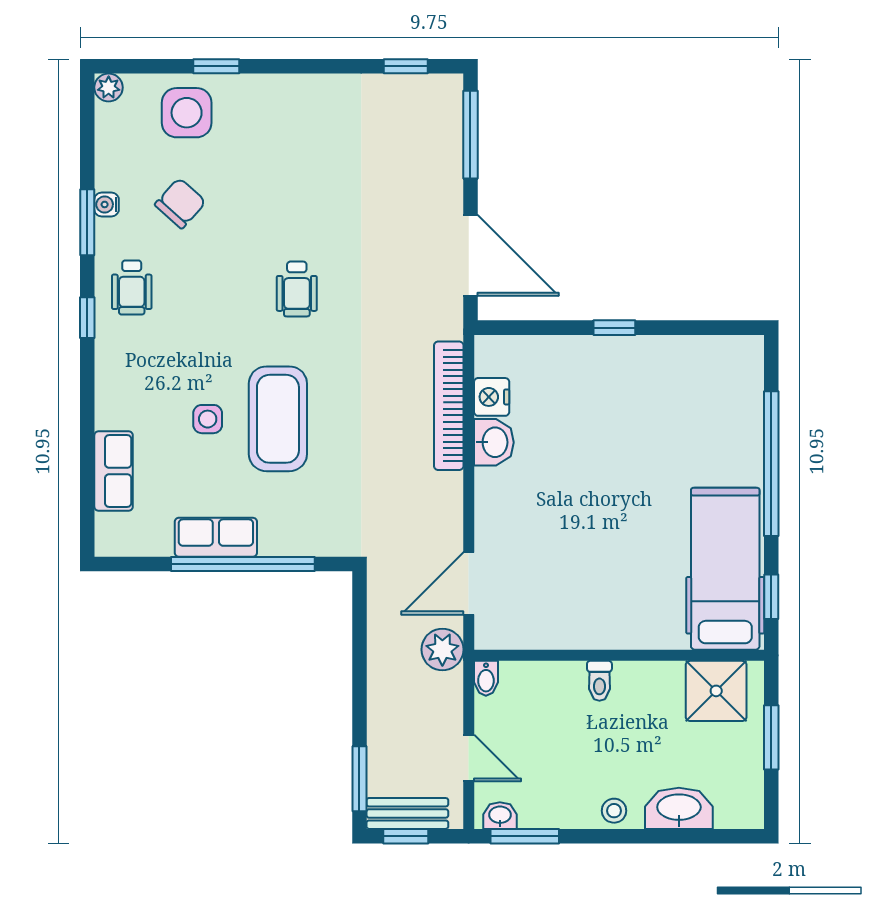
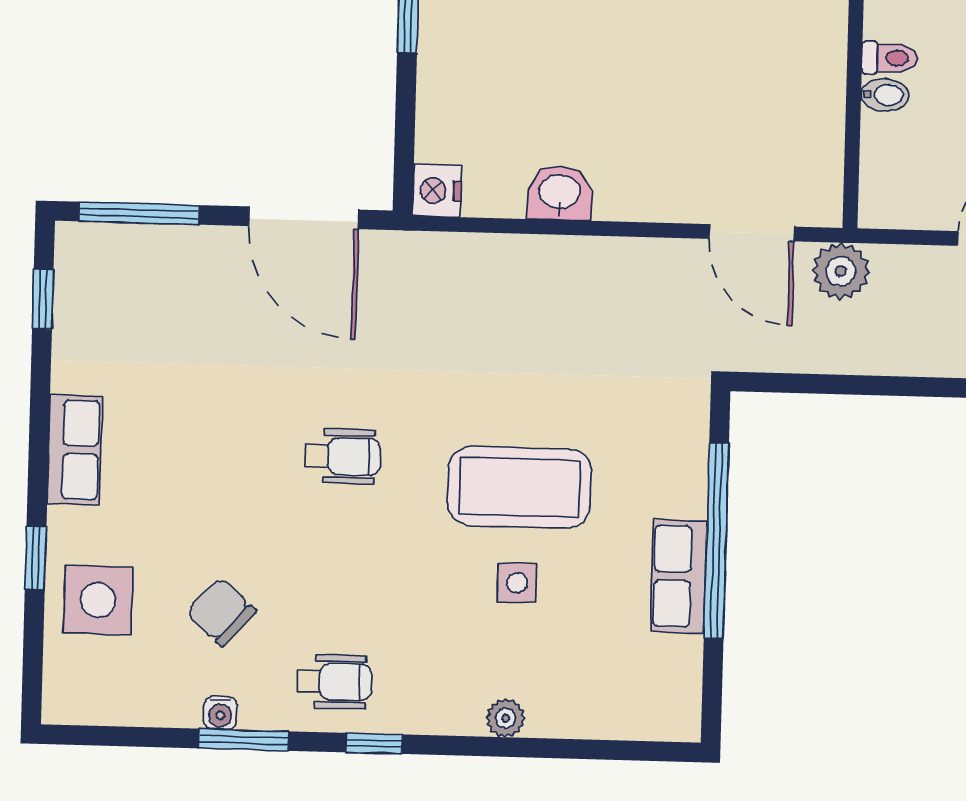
plant: (109, 87) -> (506, 718), moved
door: (470, 255) -> (304, 218), swing flipped
nightstand: (492, 397) -> (437, 191), moved, turned 90
bookcase: (449, 406) -> (508, 253), removed
row of seats: (114, 471) -> (75, 450), moved, turned 90
bidet: (486, 678) -> (885, 95), moved

